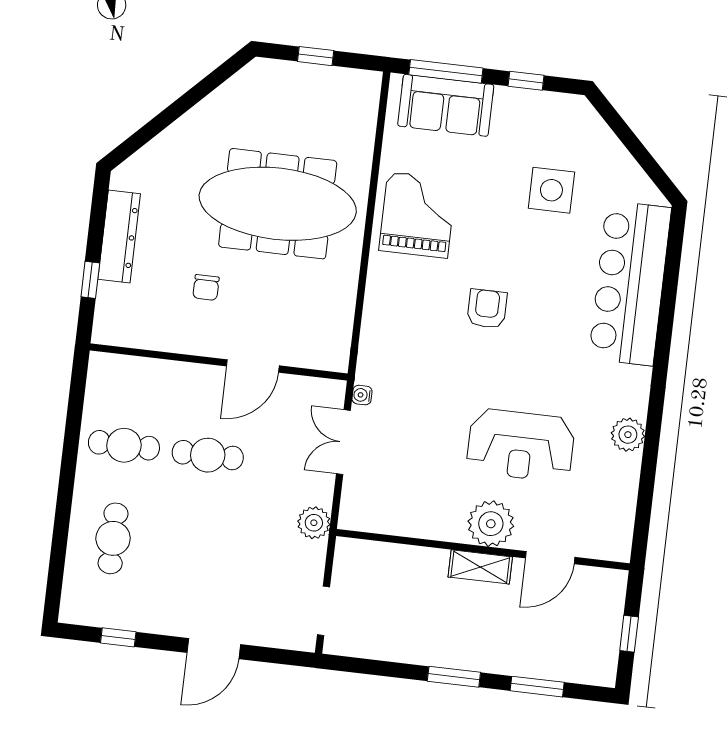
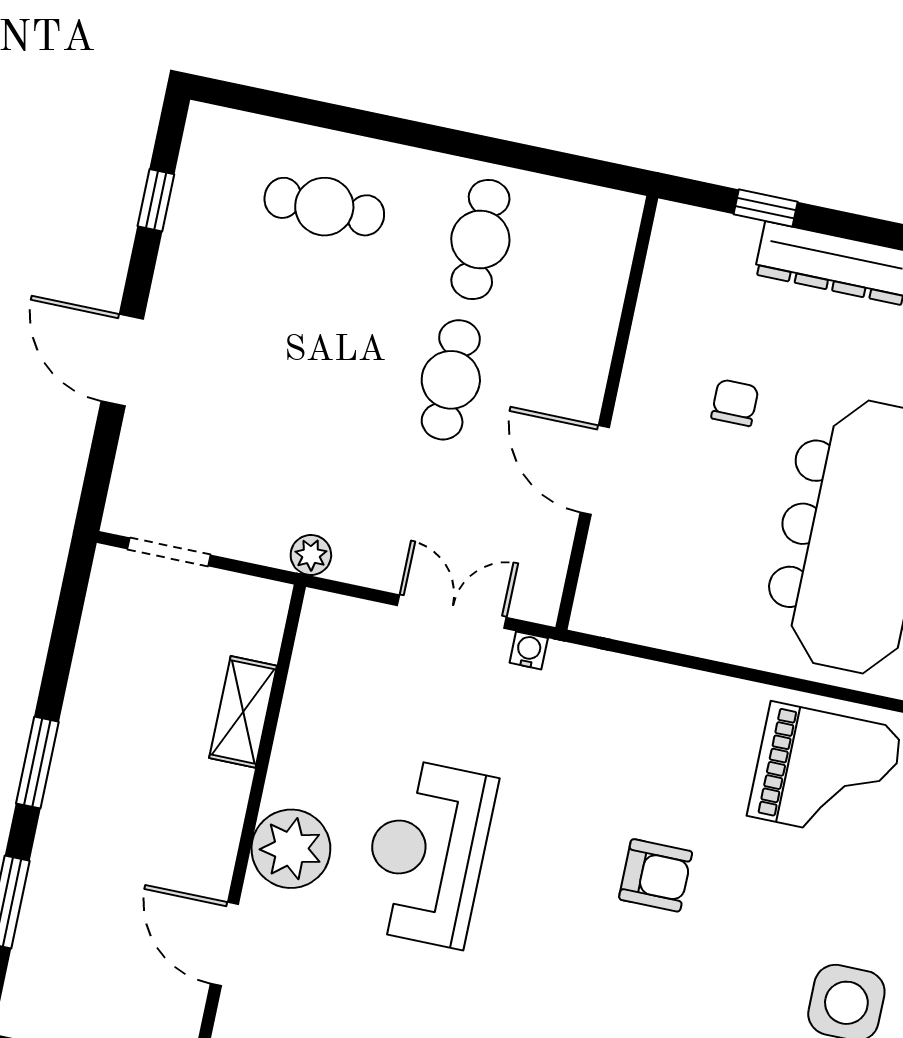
chair: (206, 288) -> (735, 403), turned 90
reception desk: (521, 445) -> (427, 853), moved
plant: (314, 523) -> (311, 555), width x0.73, depth x0.73
shelving: (480, 567) -> (243, 712), moved

